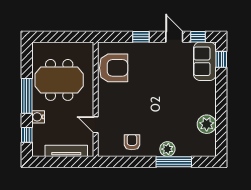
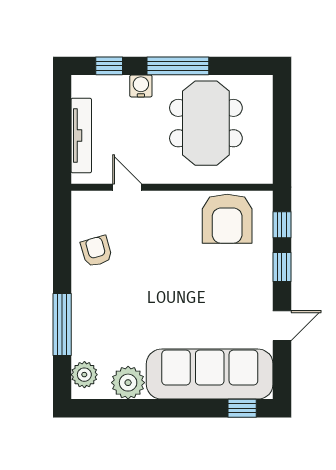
window: (198, 37) -> (282, 225), moved
sofa: (205, 61) -> (210, 374), width x1.85, depth x1.27
door: (96, 125) -> (127, 187), hinge flipped
armchair: (132, 142) -> (96, 251), turned -106
plant: (167, 149) -> (84, 375), moved

